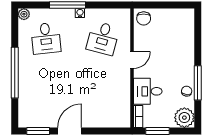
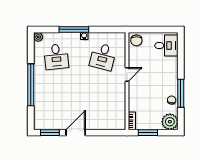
desk: (148, 91) -> (166, 46), moved, turned 180

